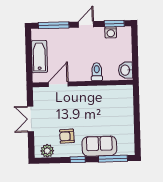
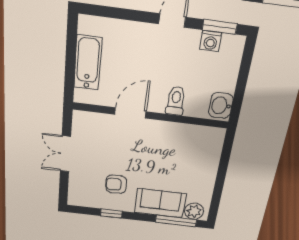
window: (54, 25) -> (117, 13), removed
door: (58, 84) -> (130, 113), moved
plant: (47, 151) -> (194, 211), moved
window: (78, 160) -> (111, 214), moved

